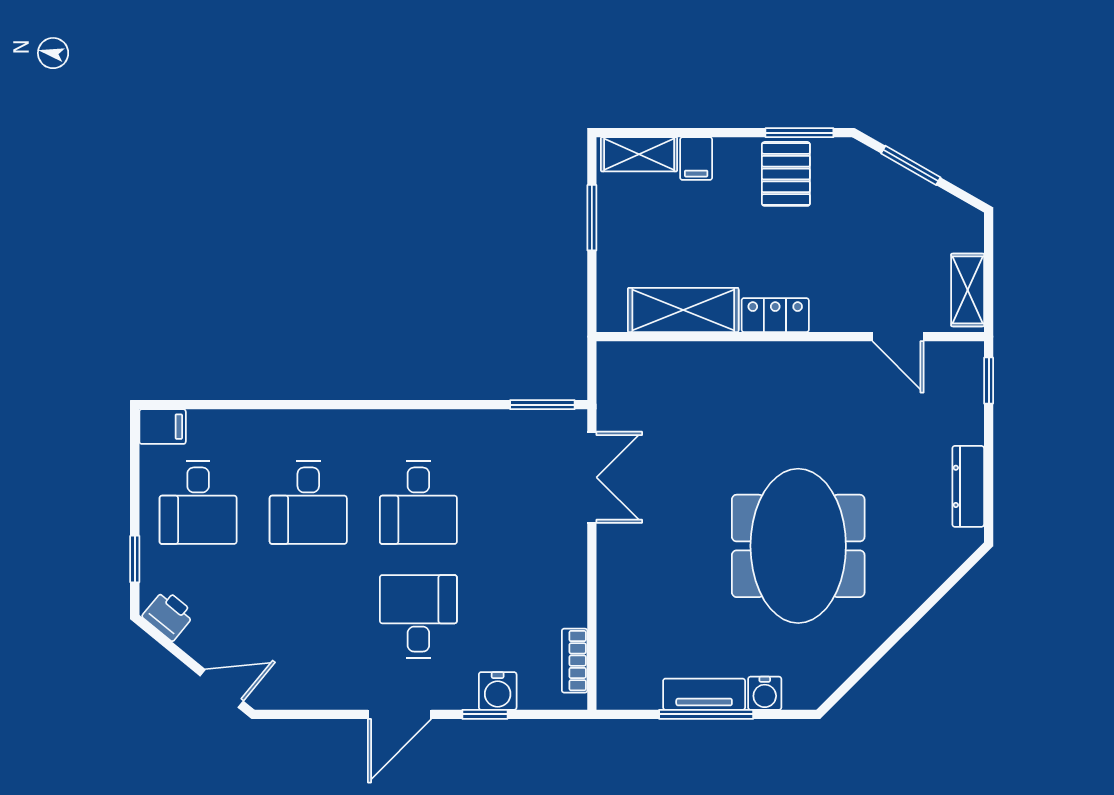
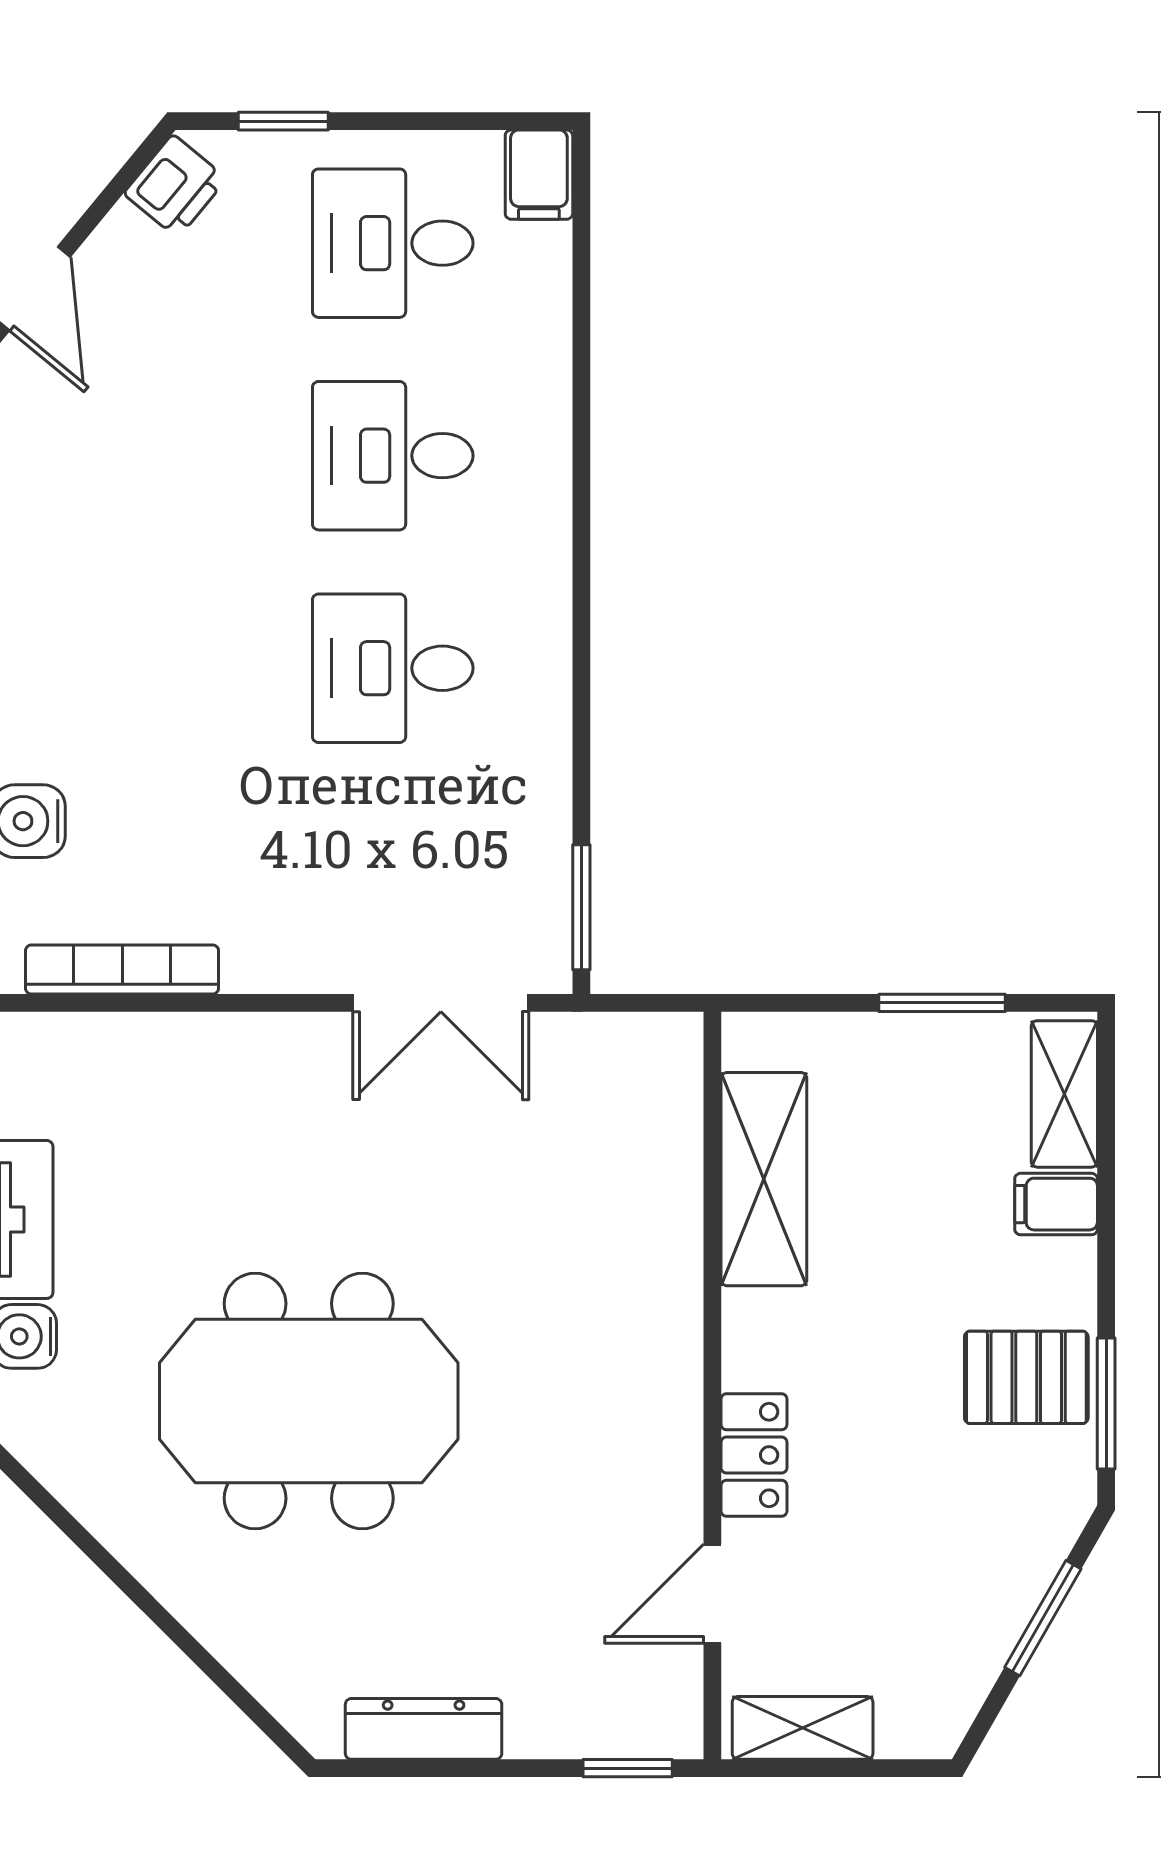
locker: (775, 315) -> (754, 1455), moved
desk: (418, 617) -> (172, 668), removed
bookcase: (575, 661) -> (122, 969), width x1.56

